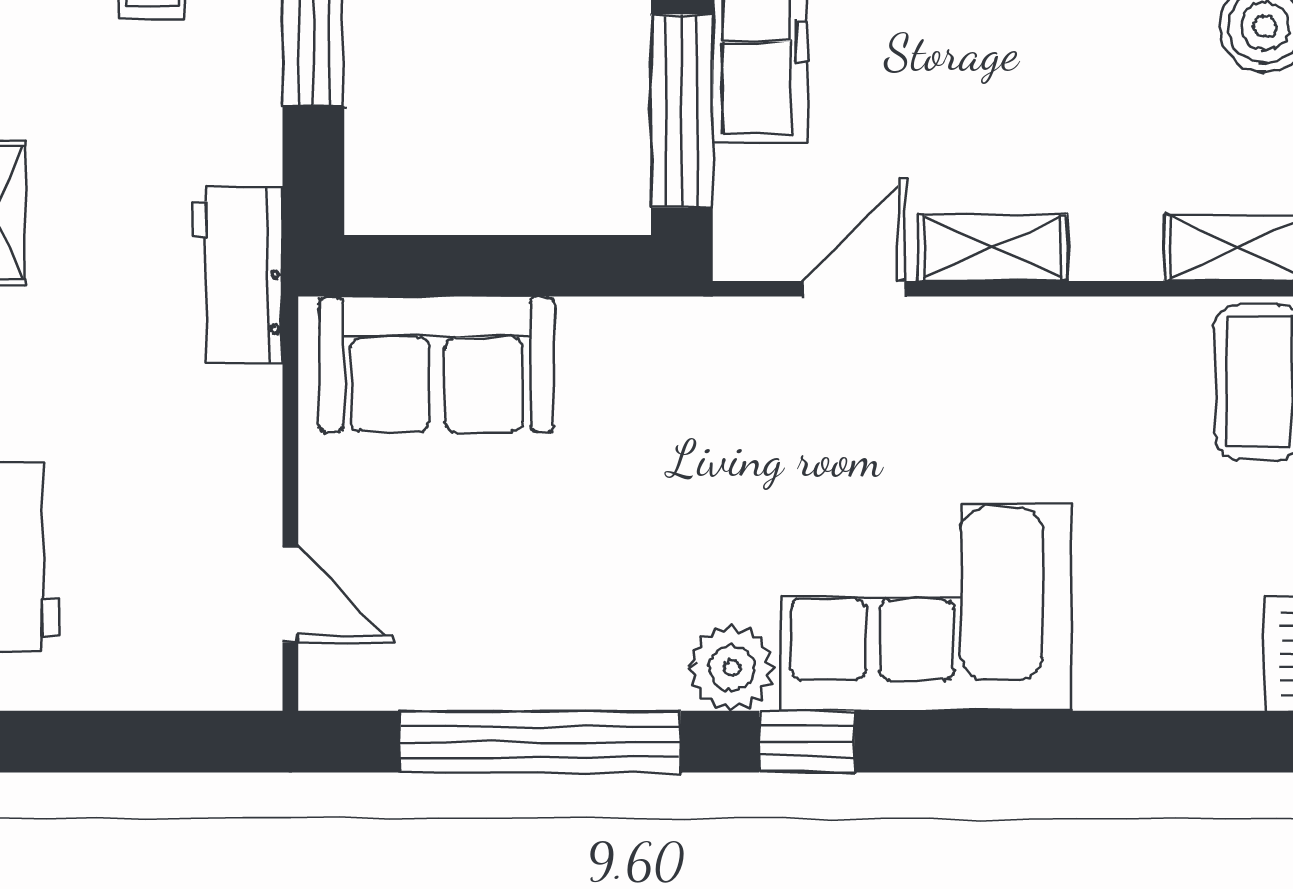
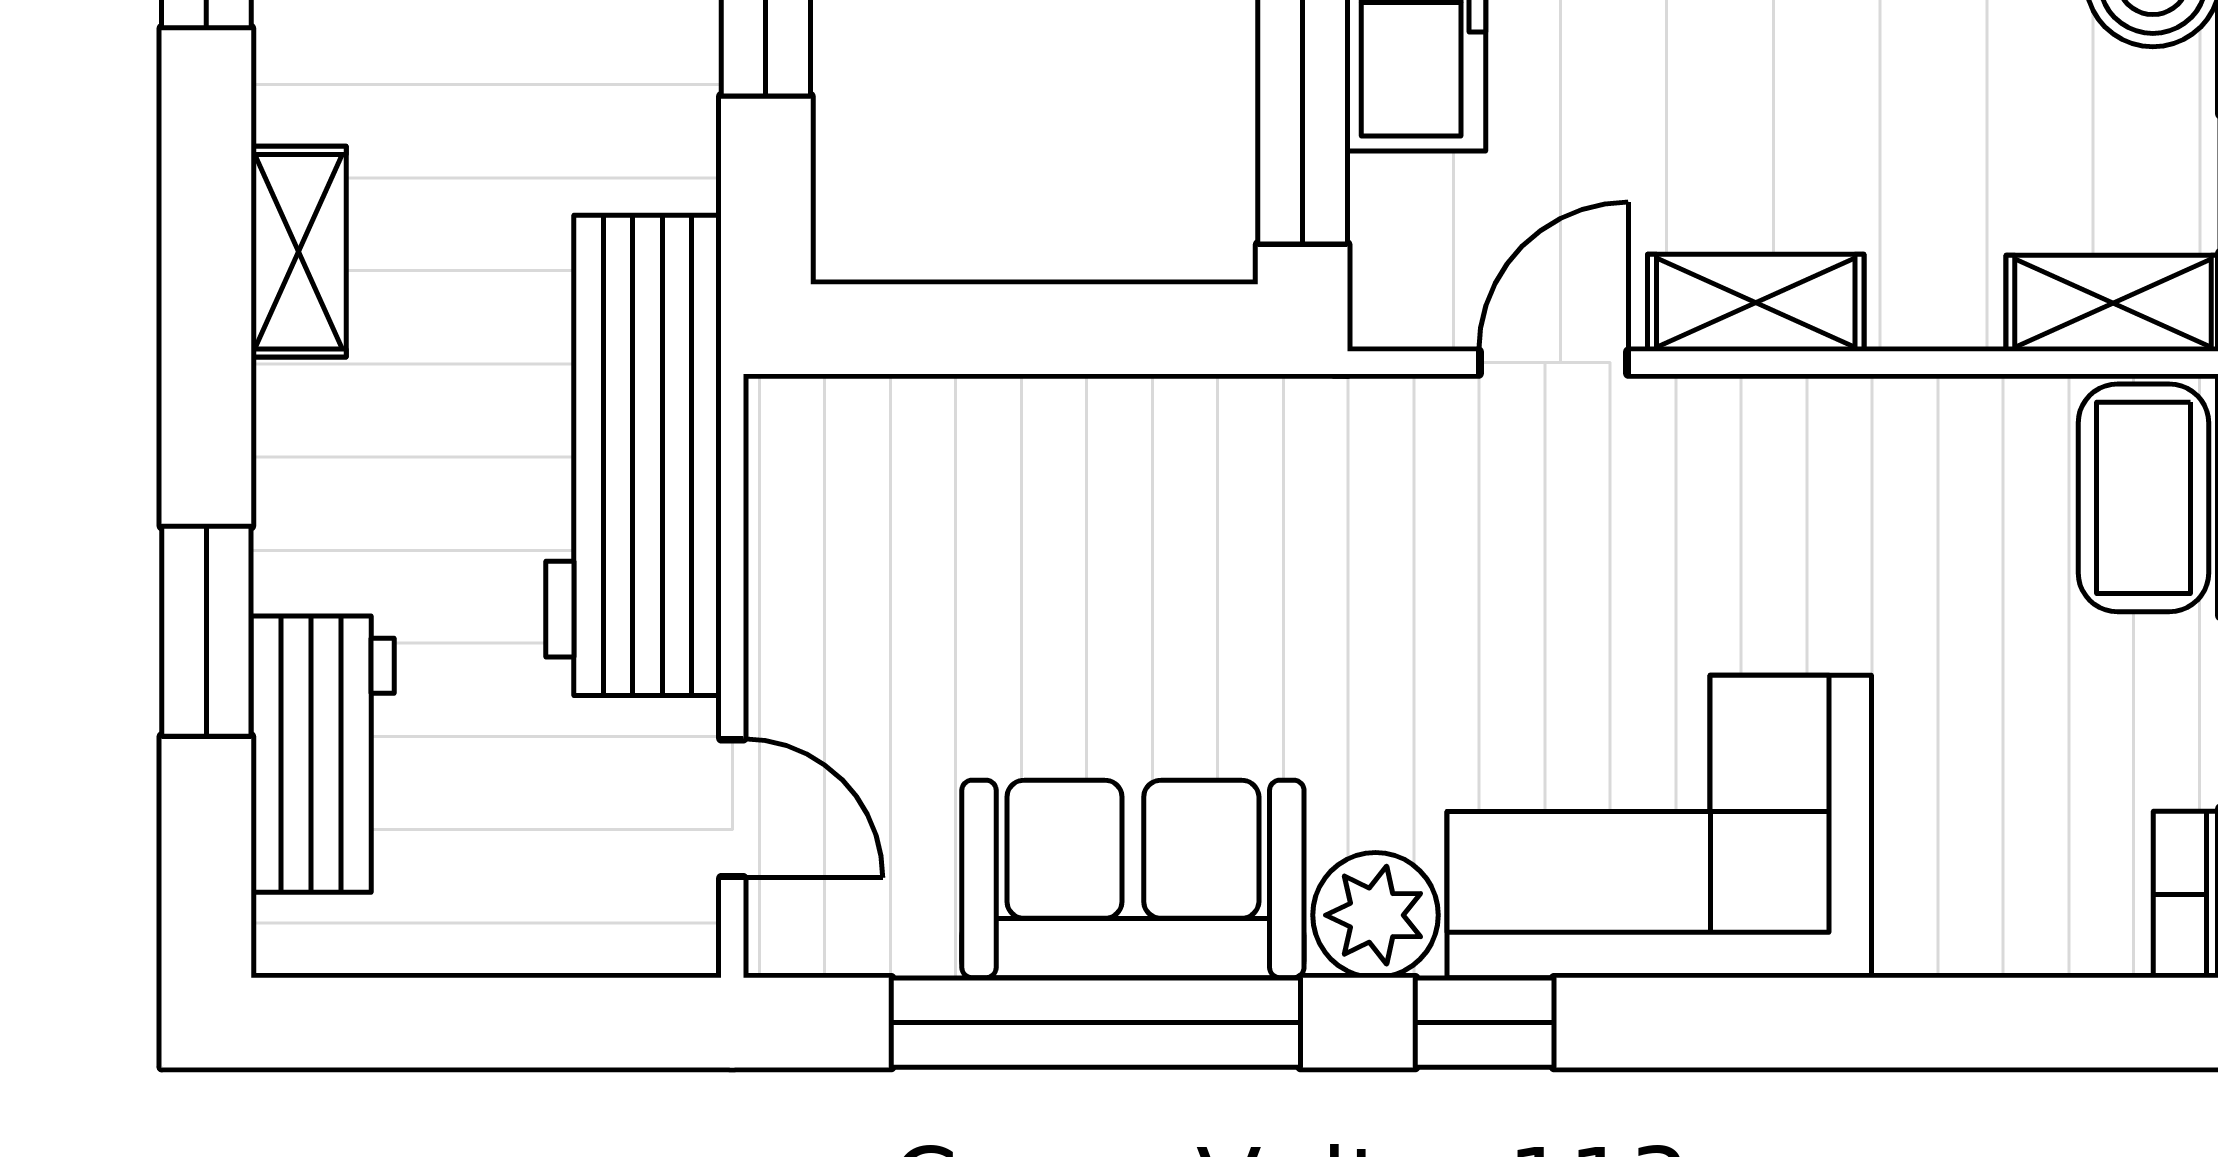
workbench: (237, 275) -> (633, 455), width x1.88, depth x1.32
sofa: (437, 364) -> (1133, 879), moved, turned 180

